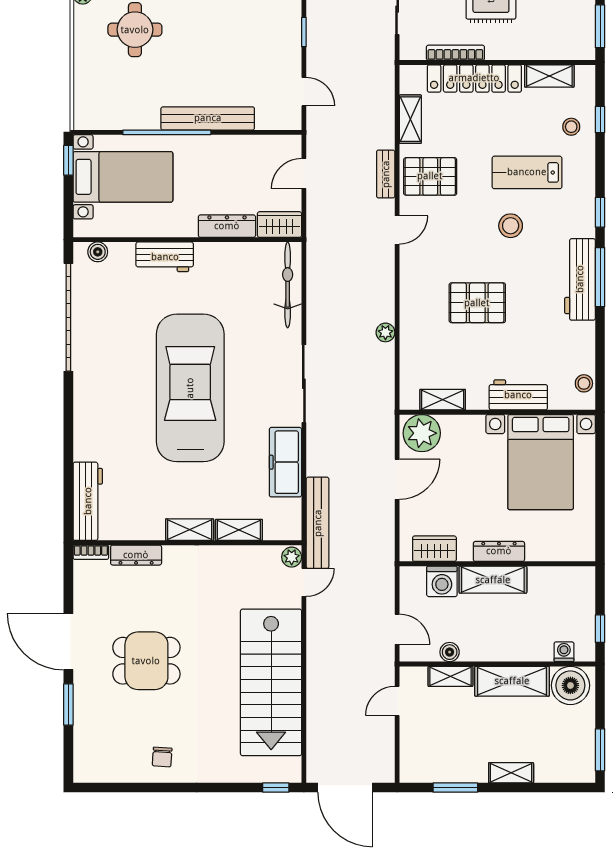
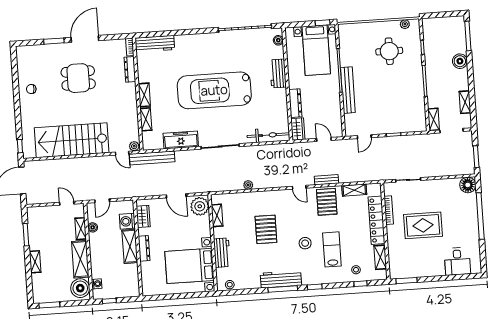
car: (190, 388) -> (214, 90), turned 180
dining table: (146, 661) -> (78, 78), turned 90

